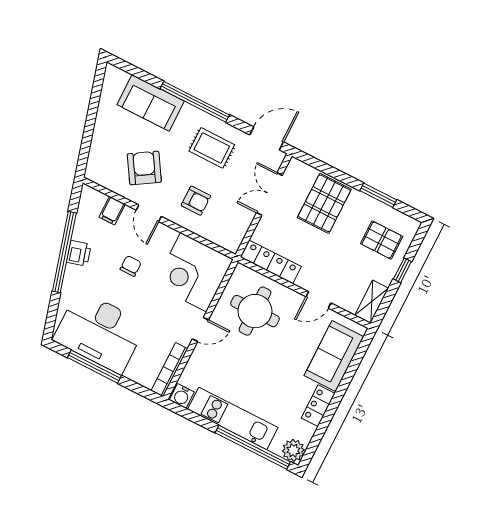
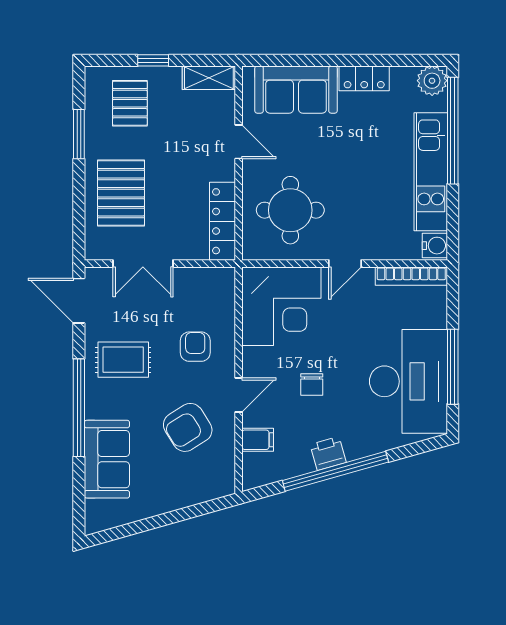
rug: (212, 148) -> (123, 360), turned 90
pallet: (324, 203) -> (121, 193), turned 90
chair: (131, 266) -> (312, 384), turned -90
door: (200, 330) -> (345, 264), swing flipped

